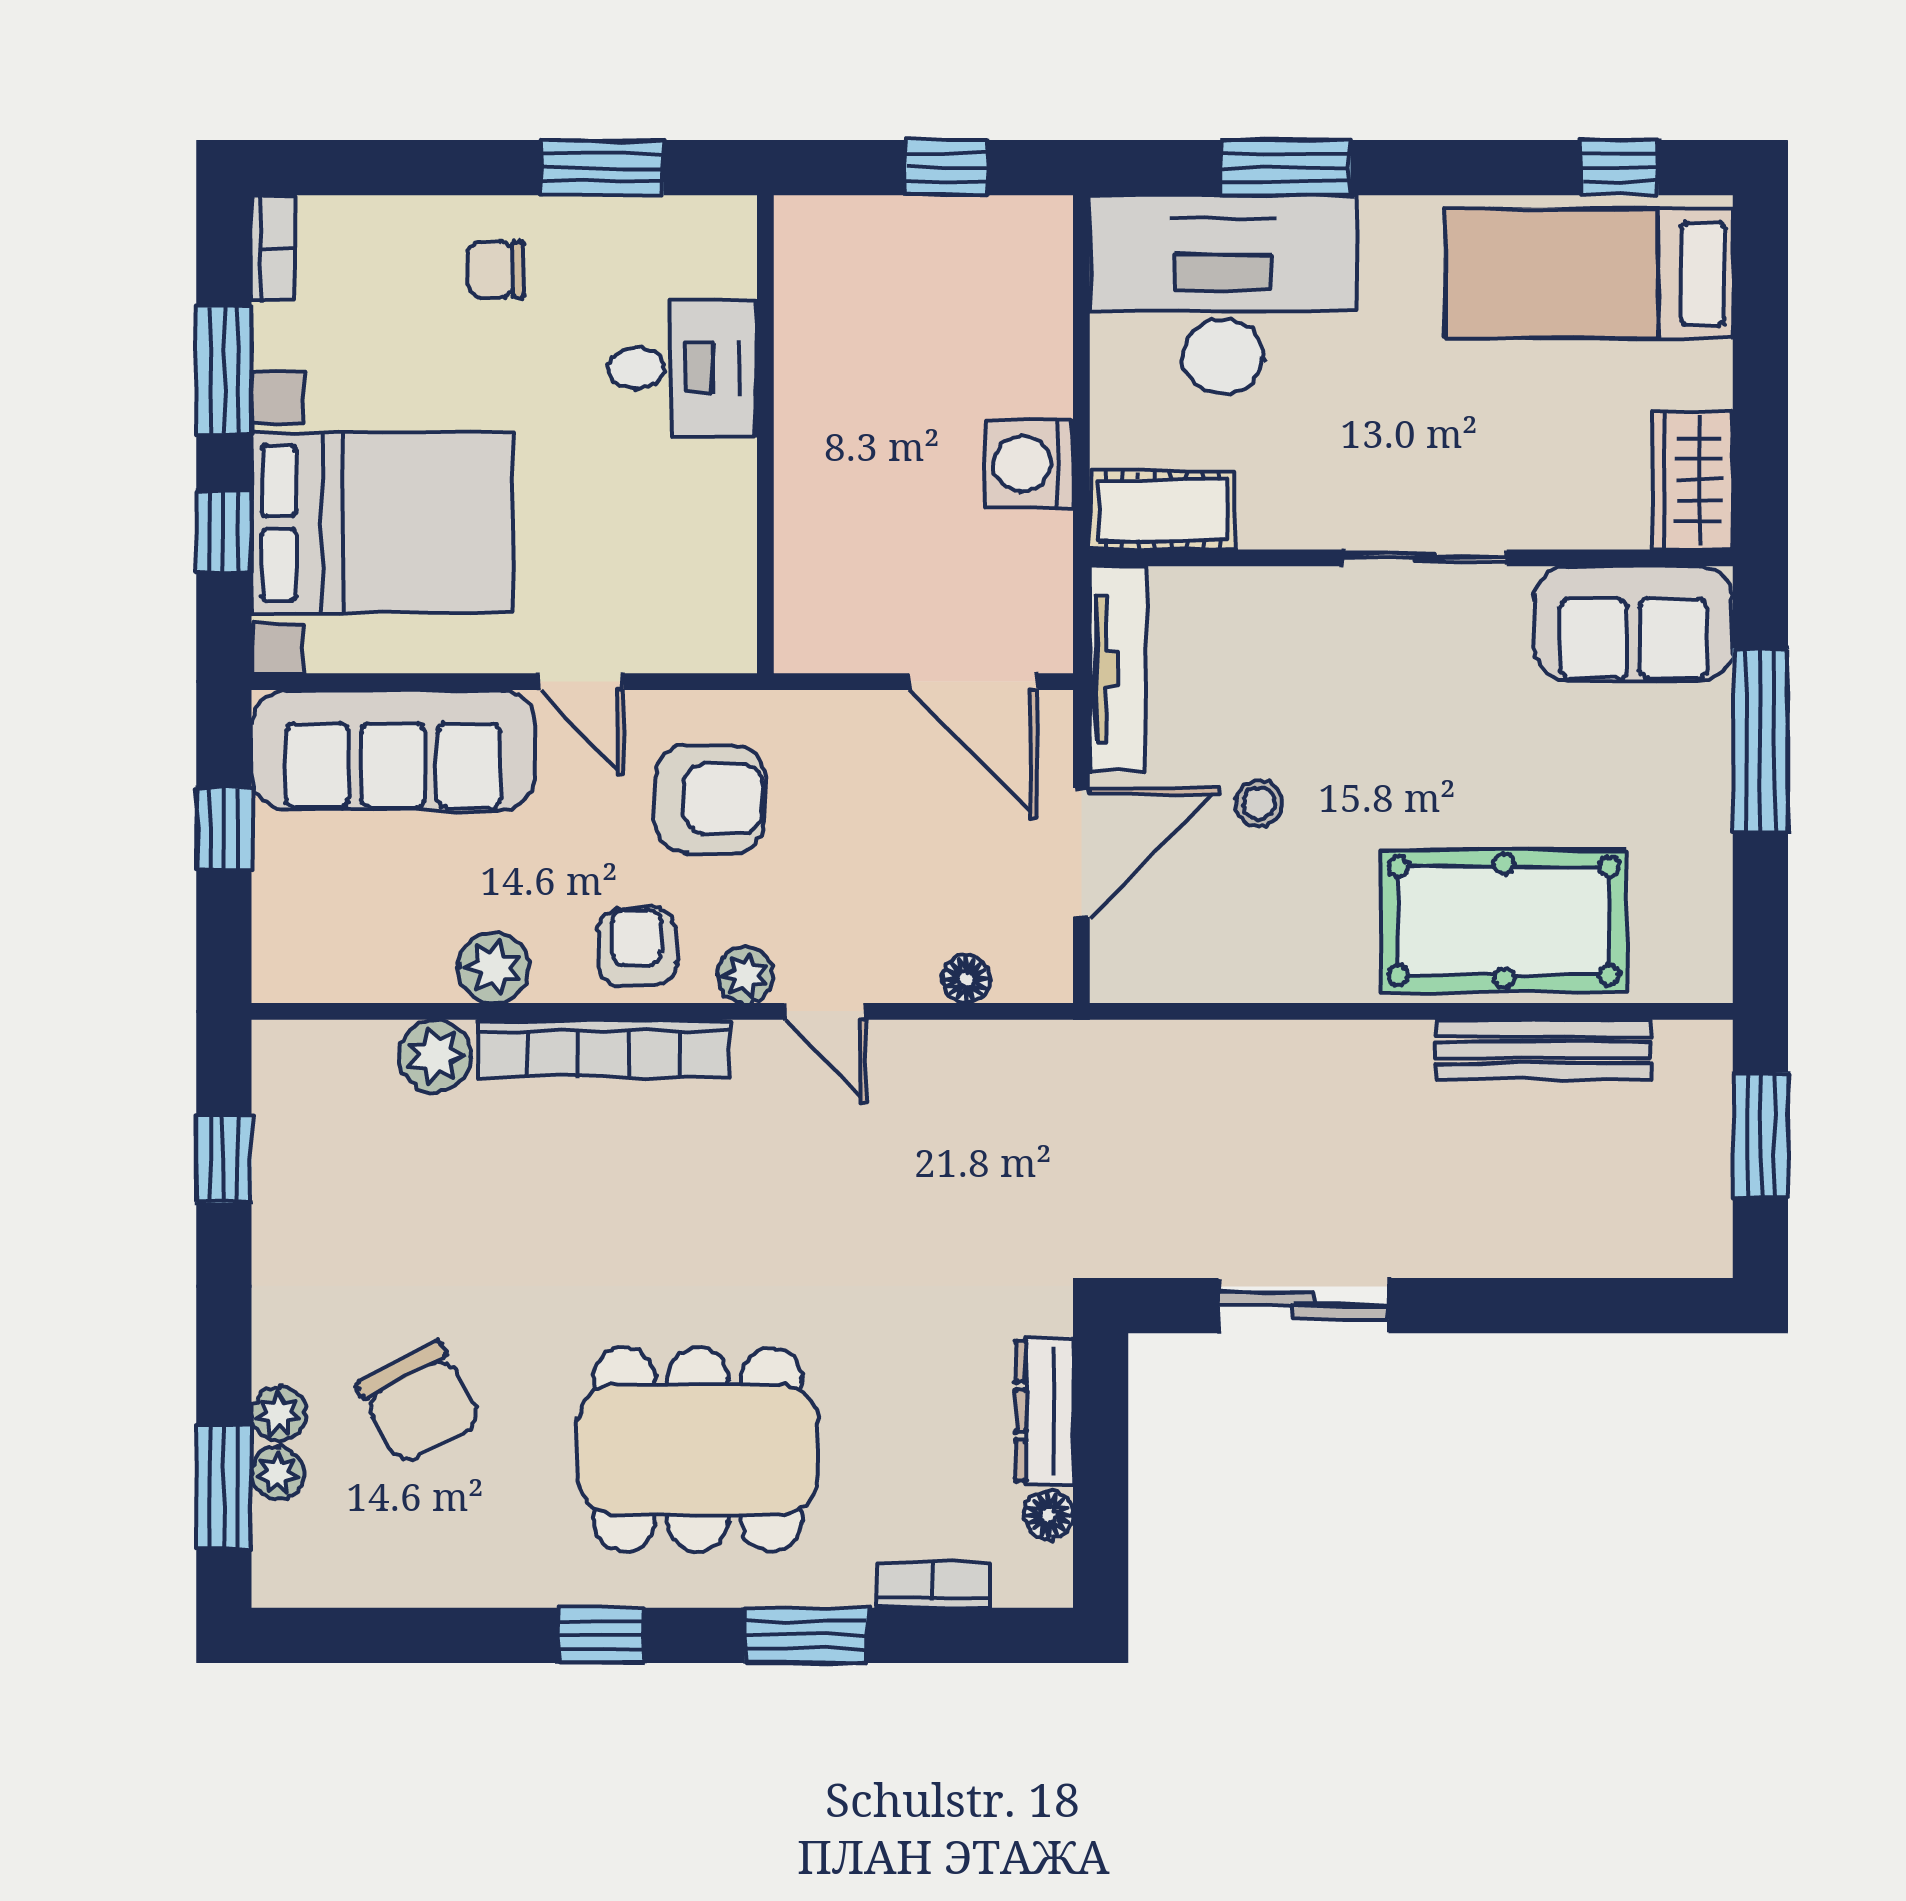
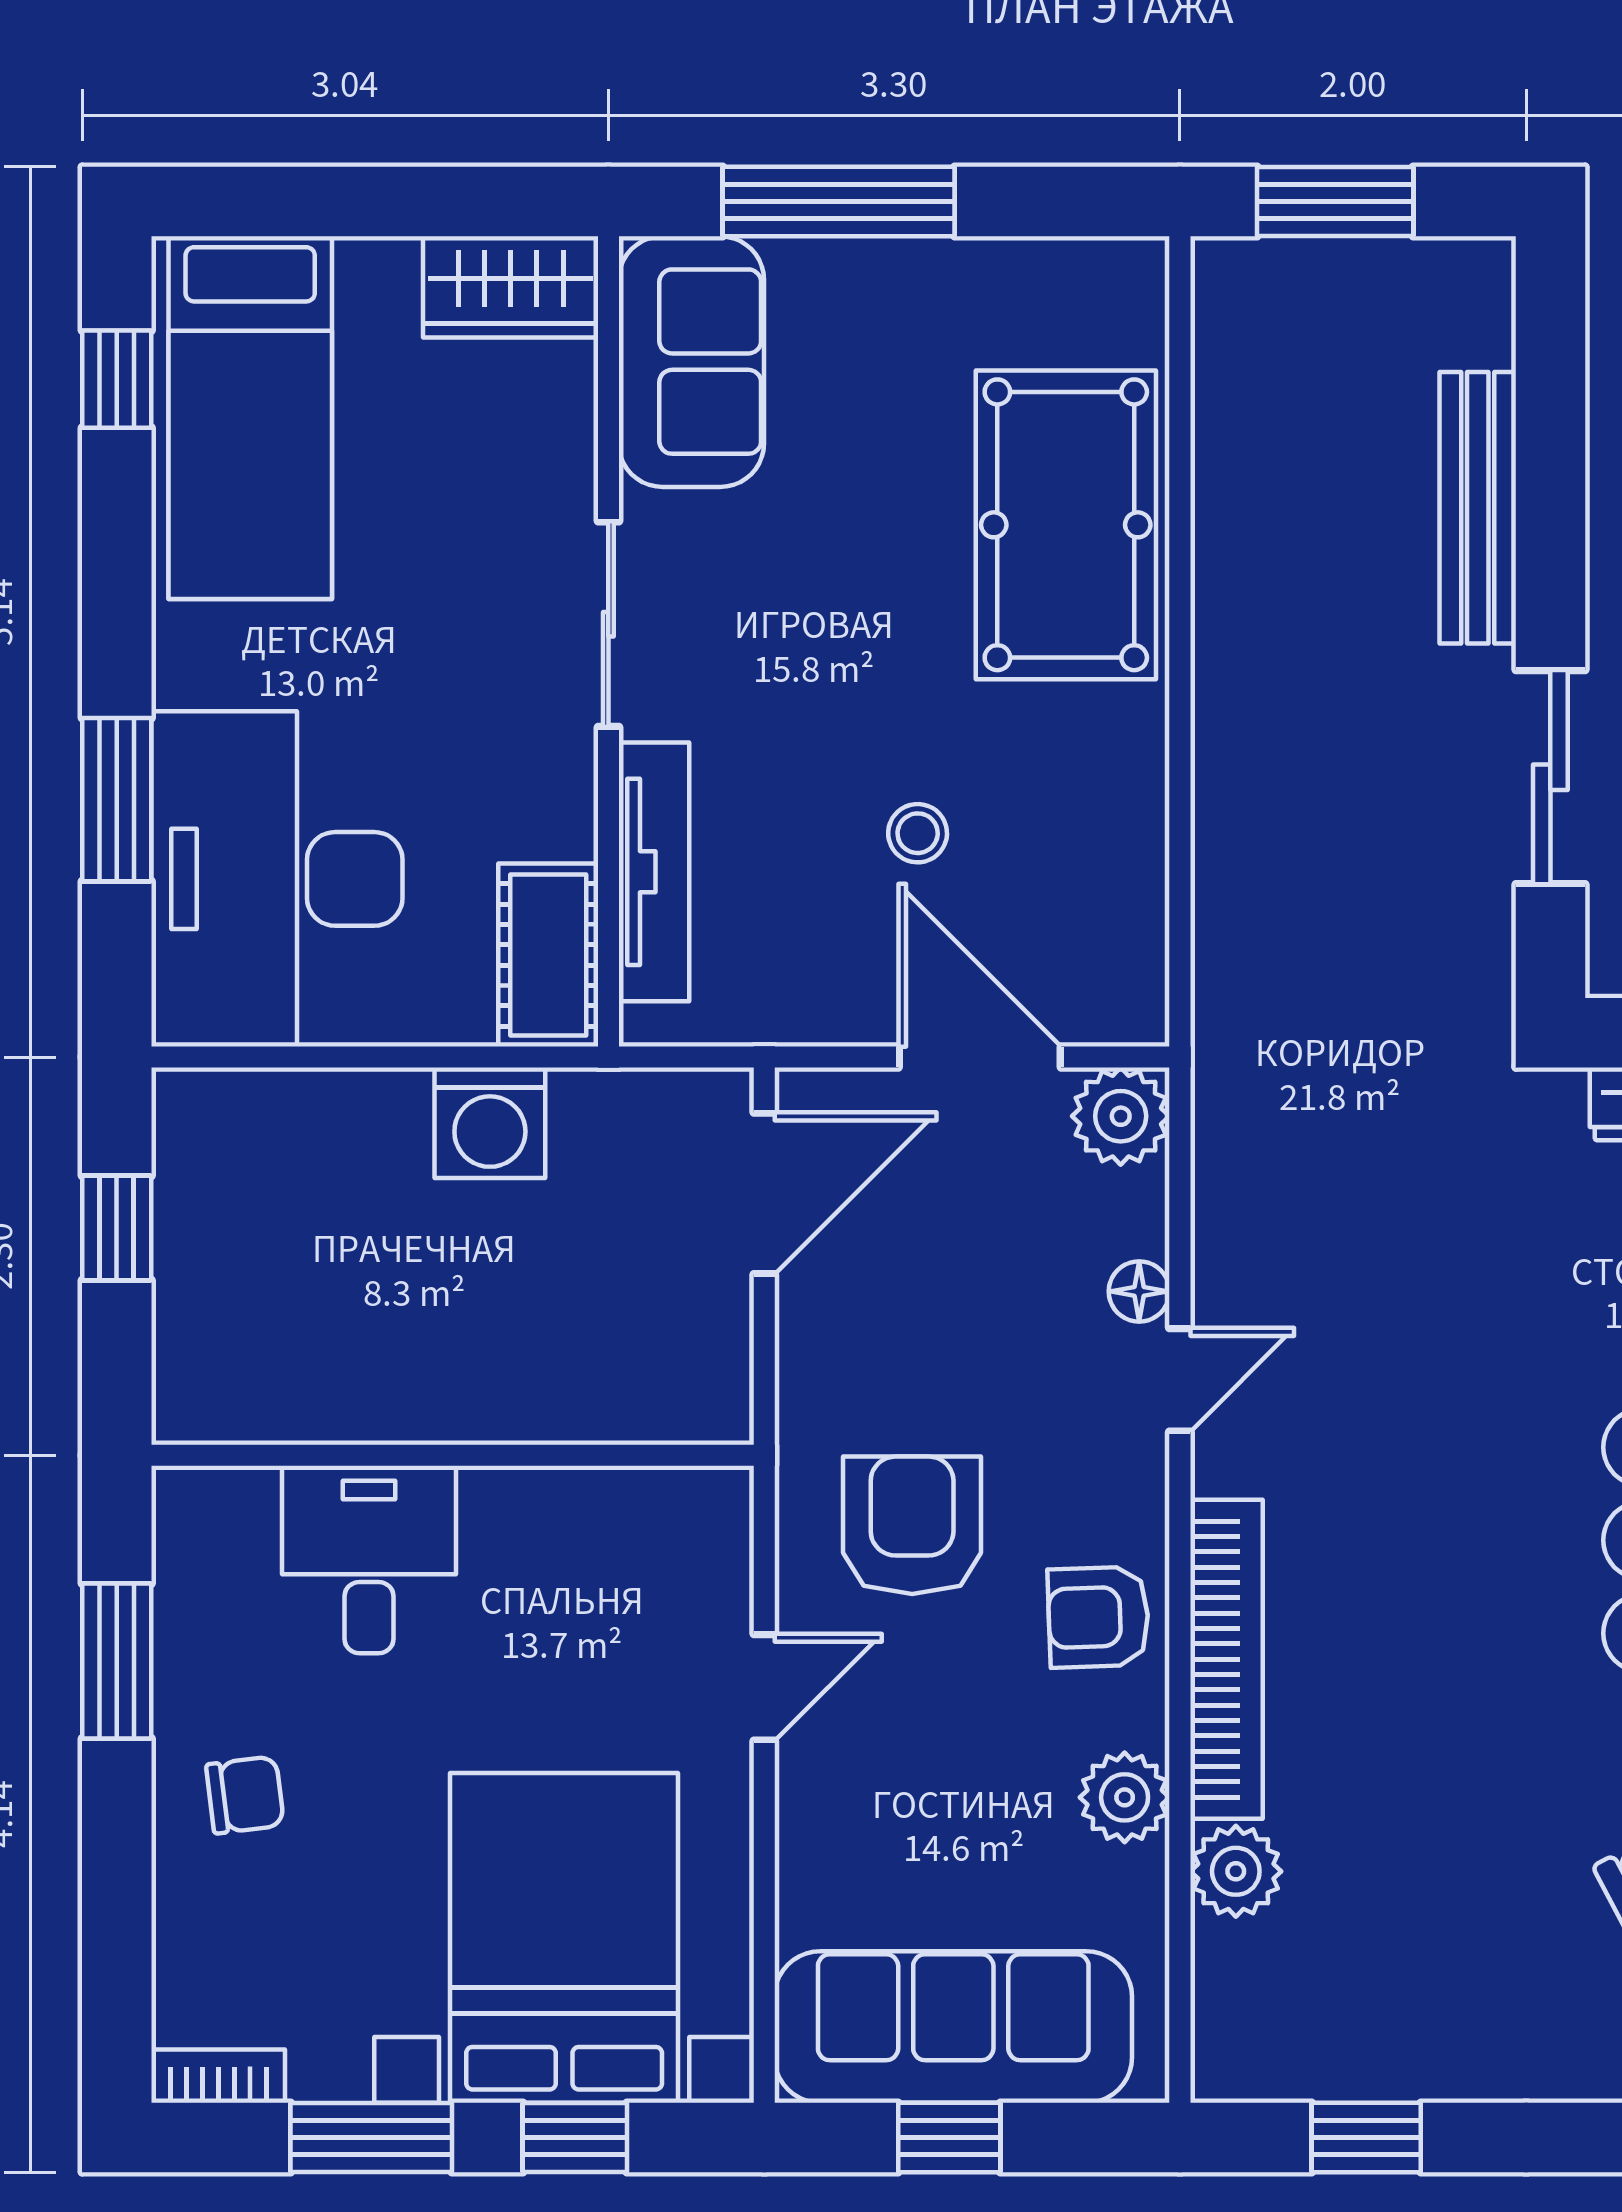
chair: (496, 269) -> (245, 1795), turned -97
tv unit: (1118, 669) -> (654, 872), moved, turned 90
sofa: (393, 750) -> (953, 2027), moved, turned -90
plant: (745, 975) -> (1121, 1116), moved, width x1.38, depth x1.38
floor lamp: (966, 979) -> (1139, 1291), moved
bench: (1543, 1050) -> (1478, 508), moved

